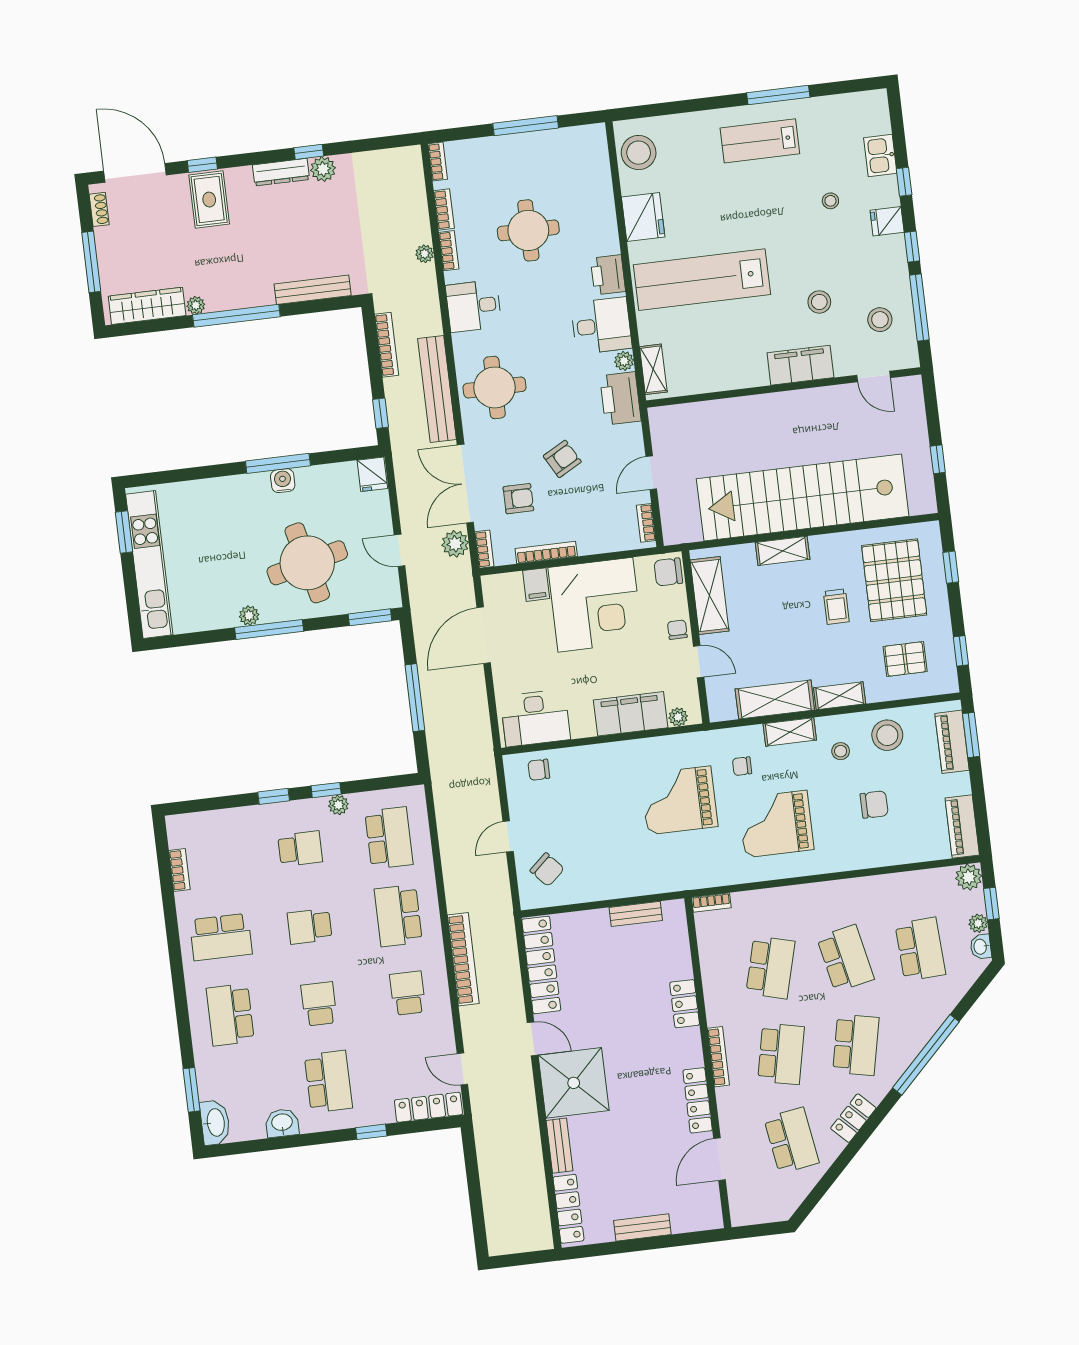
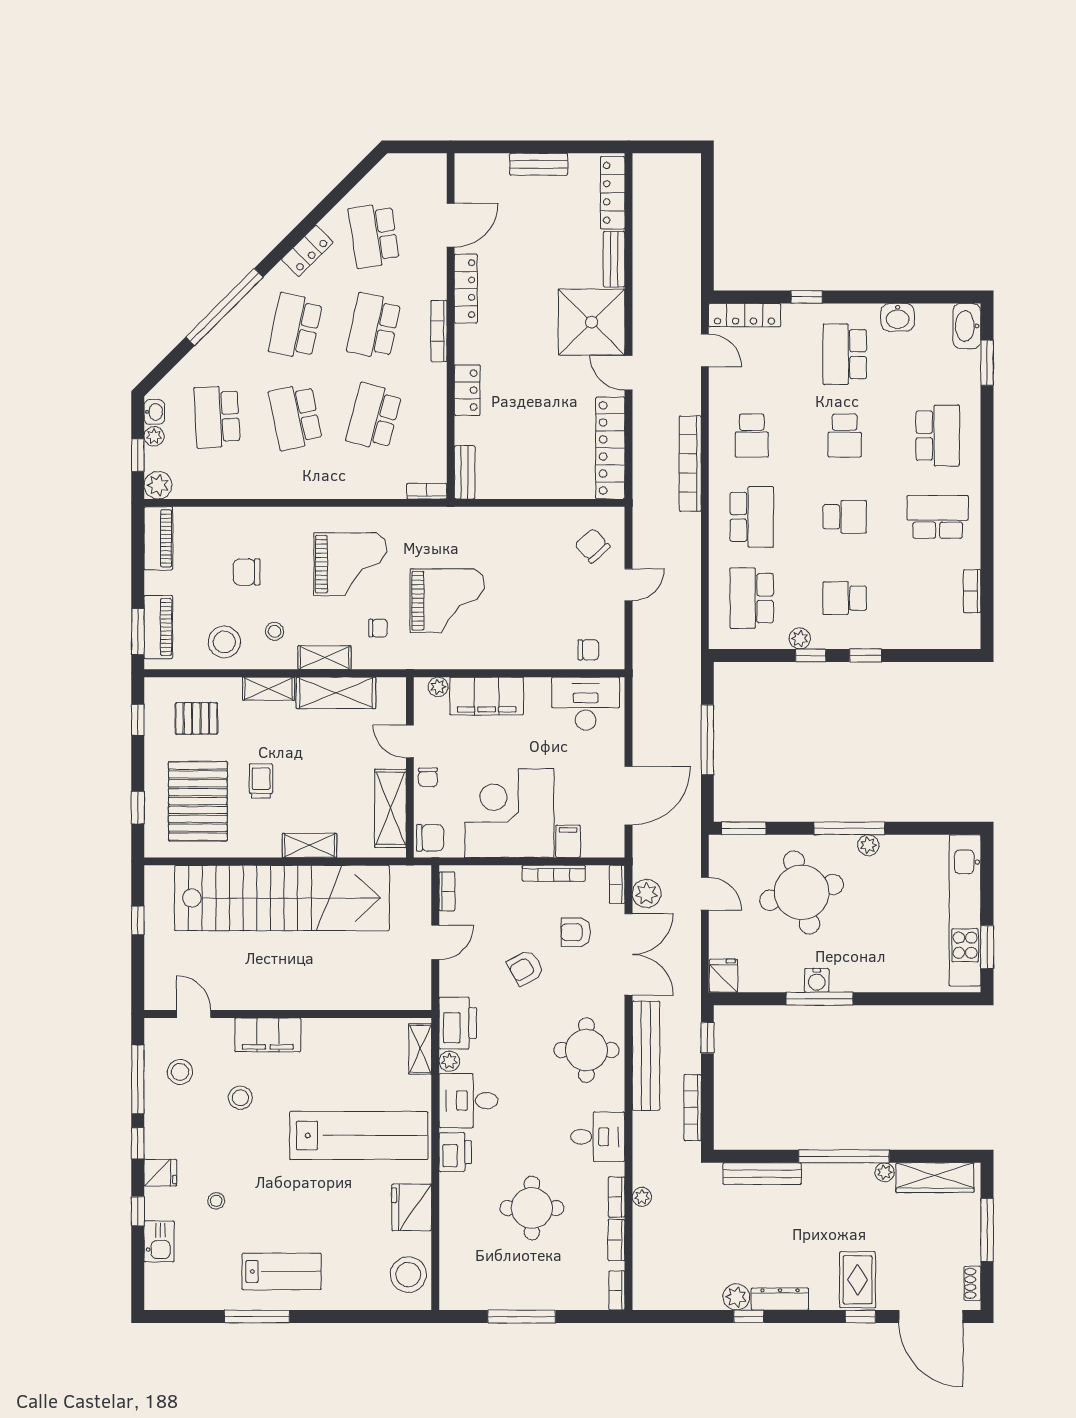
bench: (636, 914) -> (465, 472), moved, turned 90

